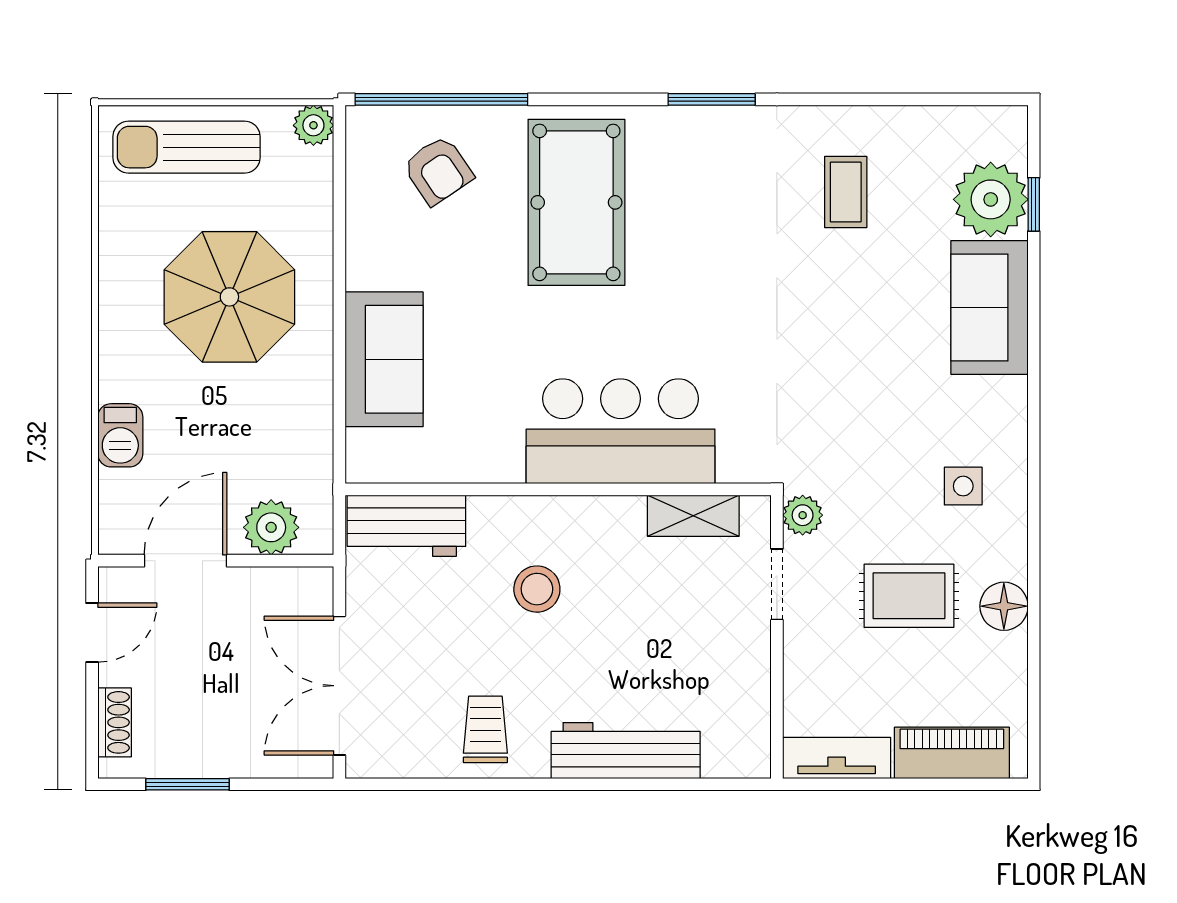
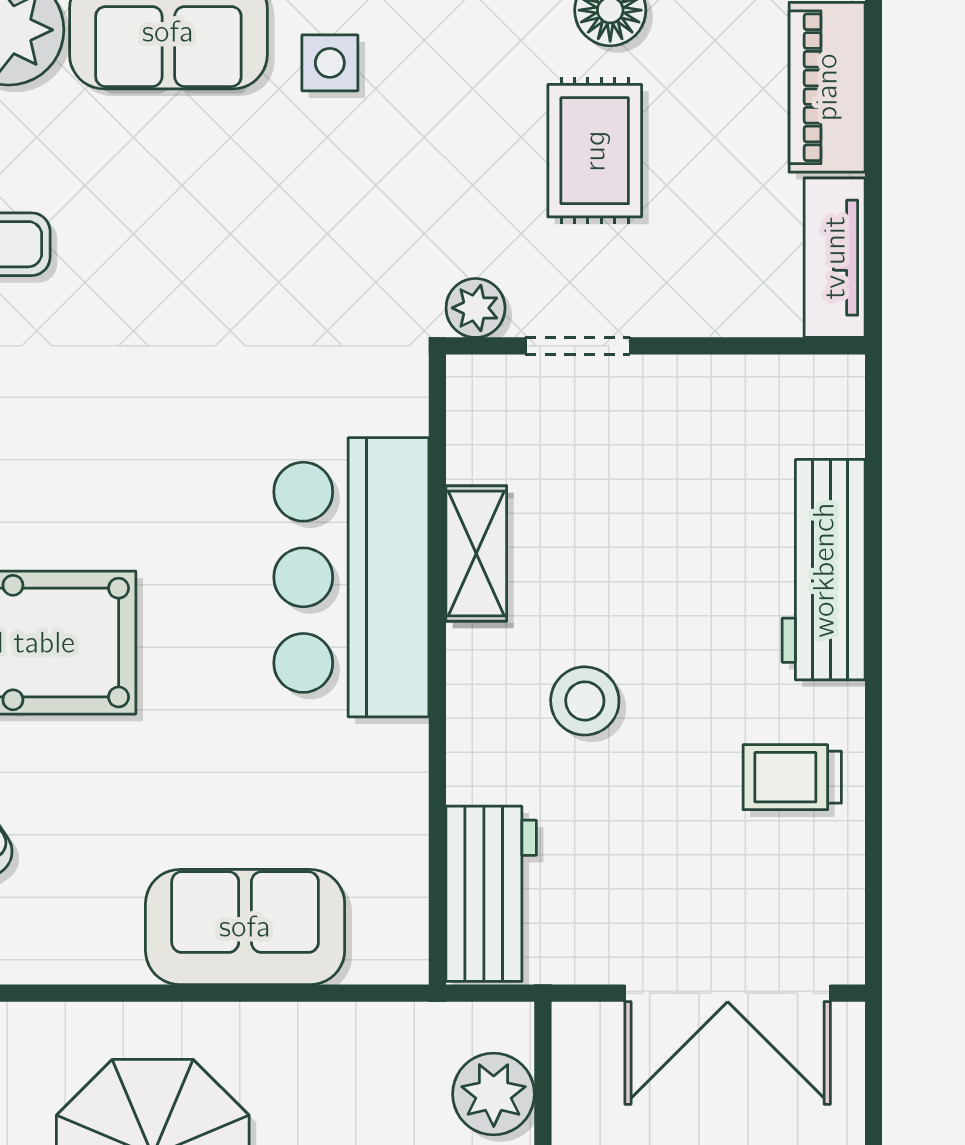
side table: (963, 486) -> (330, 63), moved
shelving: (693, 516) -> (476, 554), moved

